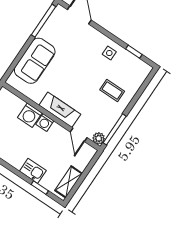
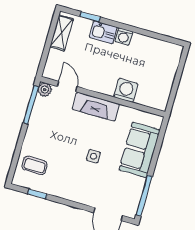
side table: (109, 53) -> (93, 156), moved
coffee table: (112, 91) -> (35, 166), moved
washing machine: (45, 122) -> (124, 37), moved, turned 180

